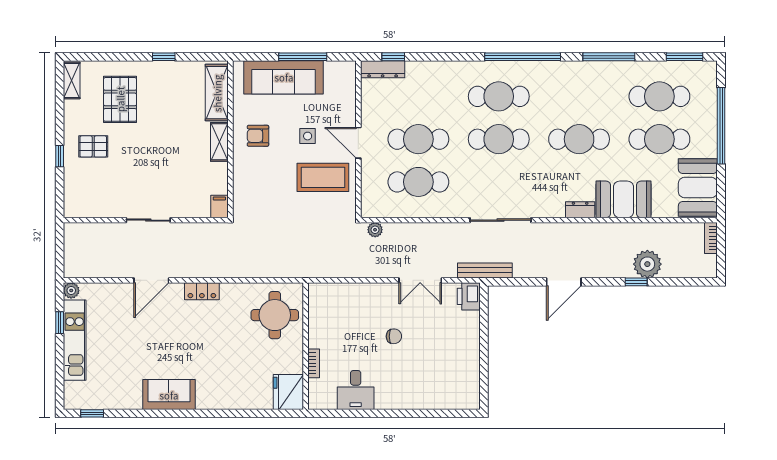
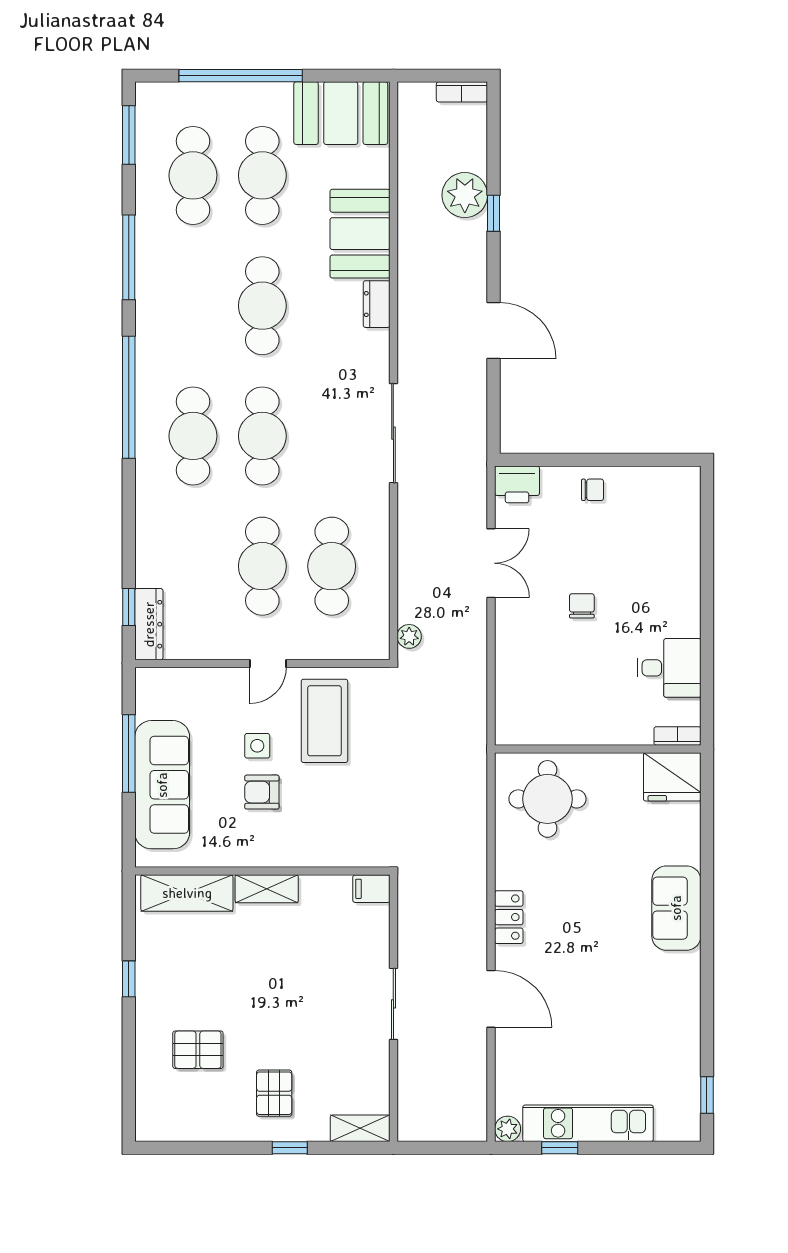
shelving: (72, 81) -> (360, 1128), moved
pallet: (120, 99) -> (198, 1050), width x0.67, depth x0.71
armchair: (258, 136) -> (262, 792), moved, turned 90
door: (358, 143) -> (268, 664), width x0.73
bookcase: (711, 238) -> (462, 92), moved
bench: (485, 270) -> (475, 458), removed
chair: (465, 343) -> (593, 490), added
bookcase: (314, 363) -> (677, 736), moved
sofa: (169, 395) -> (676, 908), moved

